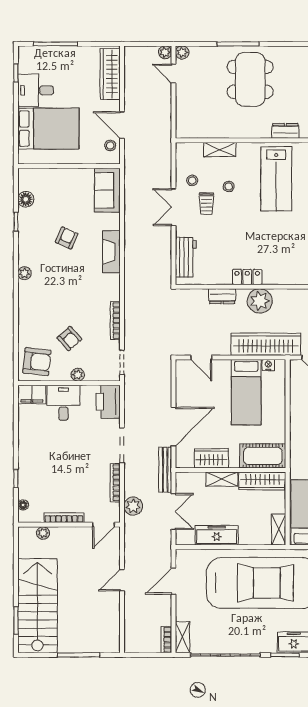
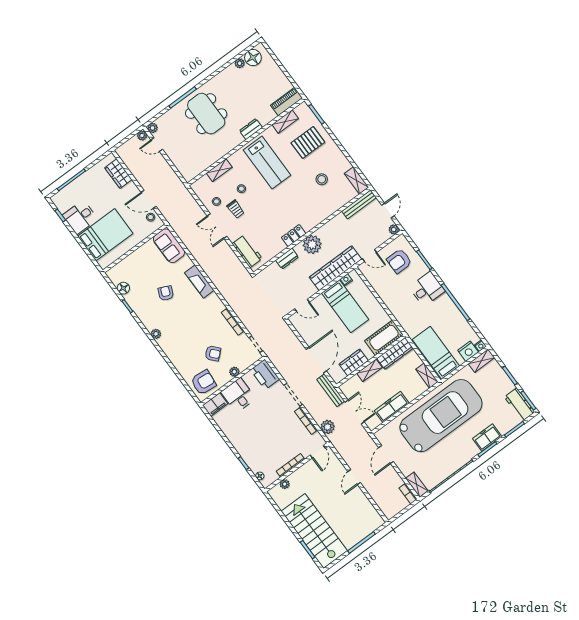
wardrobe: (110, 74) -> (118, 174), width x0.67

